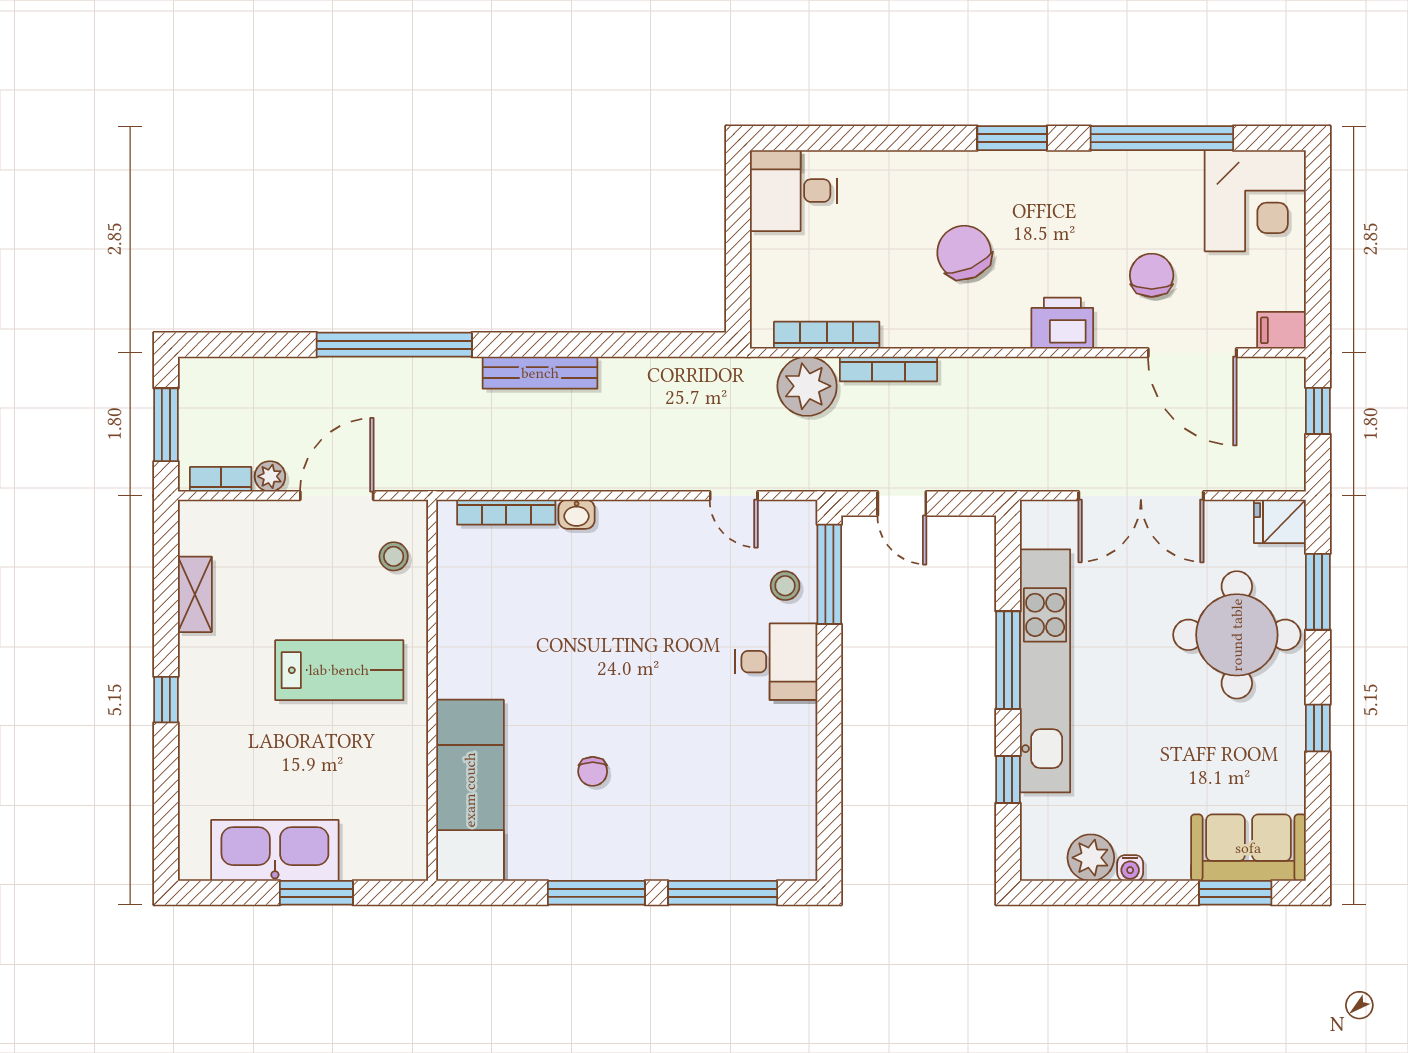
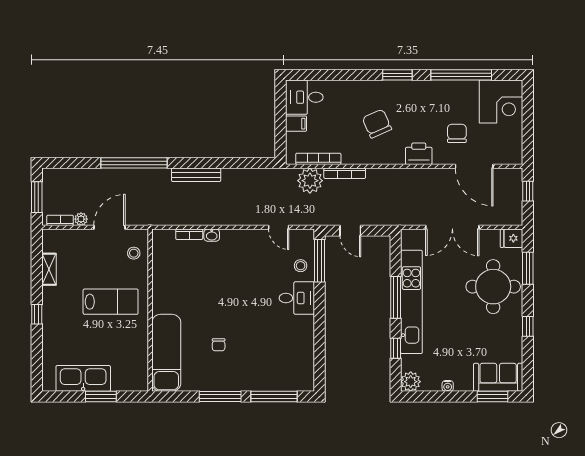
filing cabinet: (1282, 330) -> (296, 124), moved, turned 180
bookcase: (506, 512) -> (189, 234), width x0.64
plant: (1091, 858) -> (411, 382), moved

